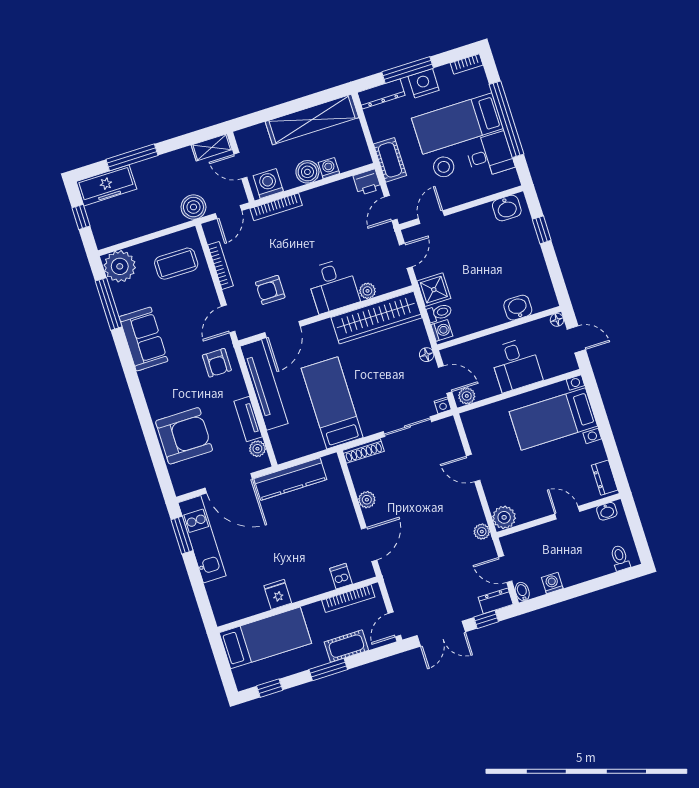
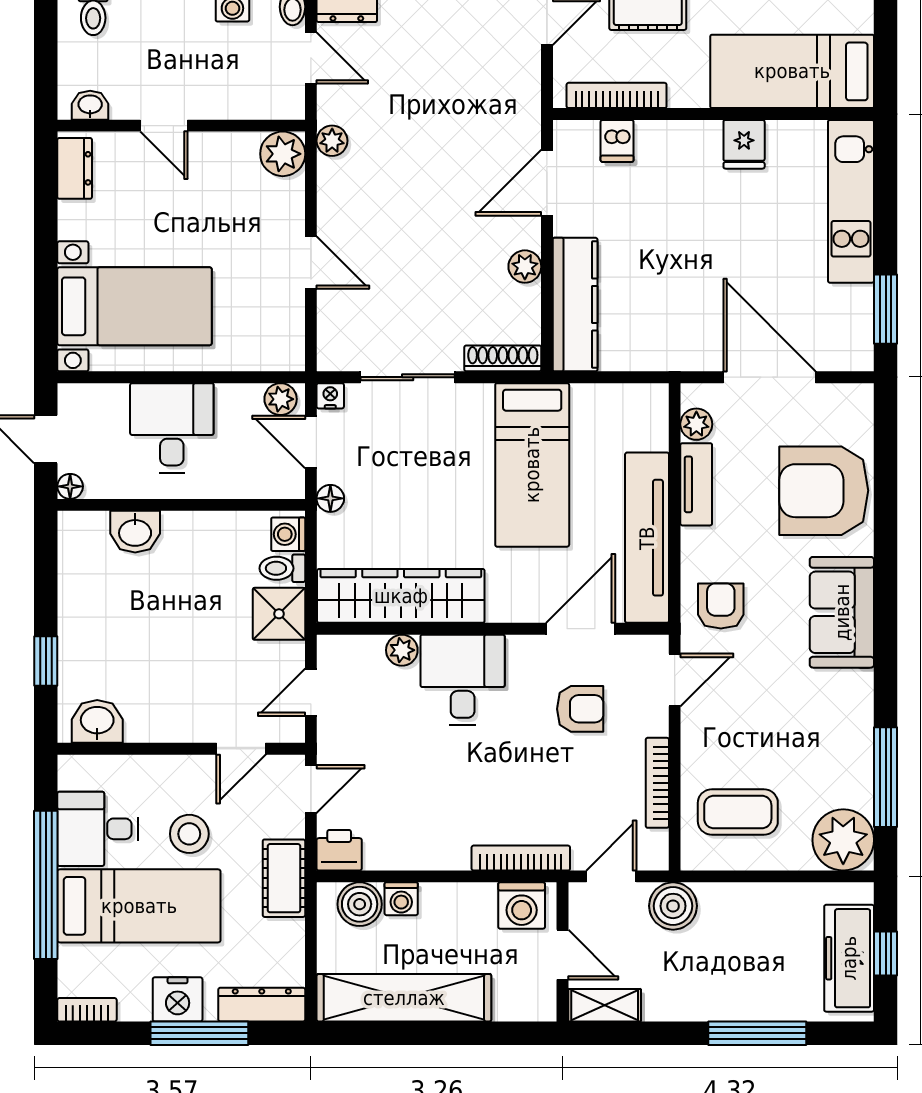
boiler: (307, 172) -> (360, 904), moved
freezer: (106, 185) -> (849, 958), moved, turned -90
sofa: (144, 339) -> (842, 612), moved
kitchen counter: (290, 479) -> (575, 305), moved, turned 90
kitchen unit: (202, 539) -> (851, 201), moved

